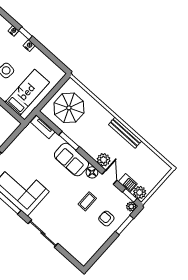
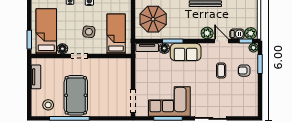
floor lamp: (92, 172) -> (164, 48), moved

